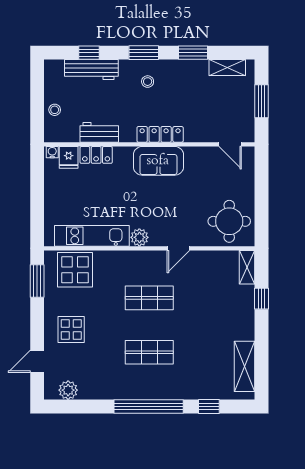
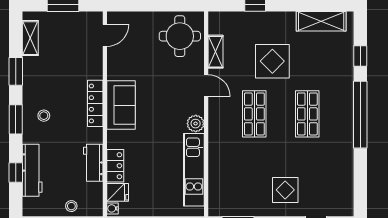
shelving: (247, 267) -> (216, 52), moved, turned 90
display table: (75, 270) -> (272, 61), moved
plant: (68, 390) -> (344, 193), removed

